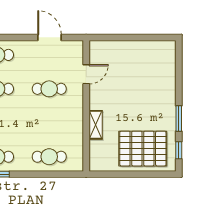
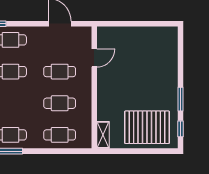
cafe table: (49, 123) -> (60, 103), added
shelving: (96, 125) -> (103, 135), moved

